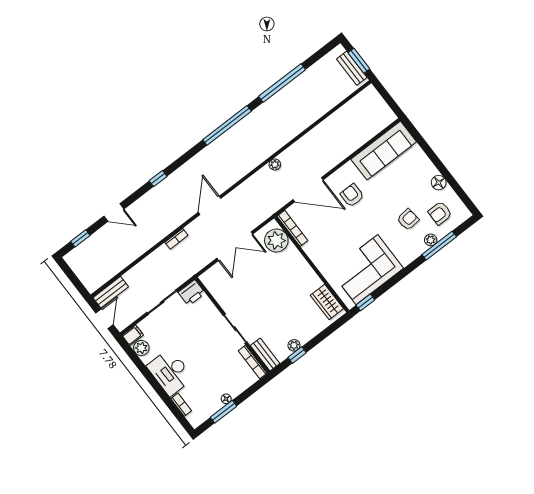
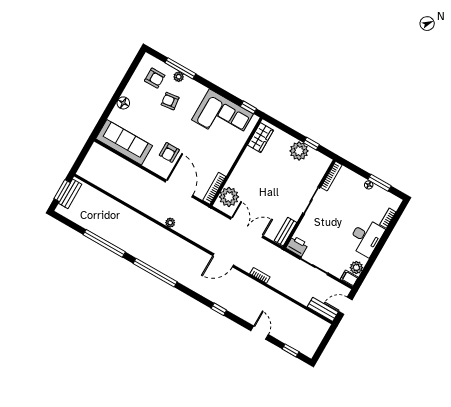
floor lamp: (439, 183) -> (123, 103), moved
plant: (294, 345) -> (299, 151), width x1.88, depth x1.88
bench: (265, 355) -> (285, 232), moved

